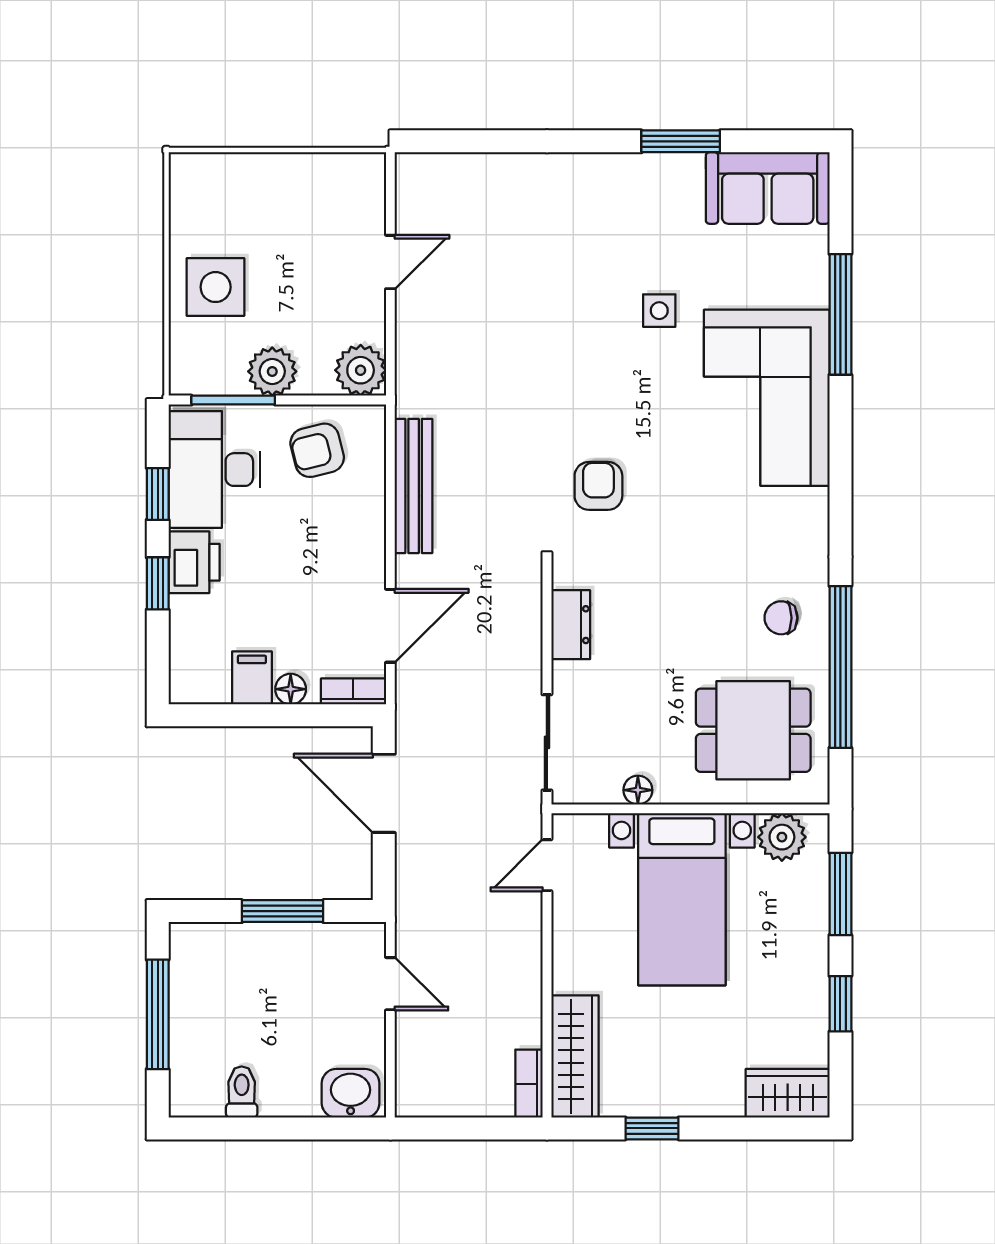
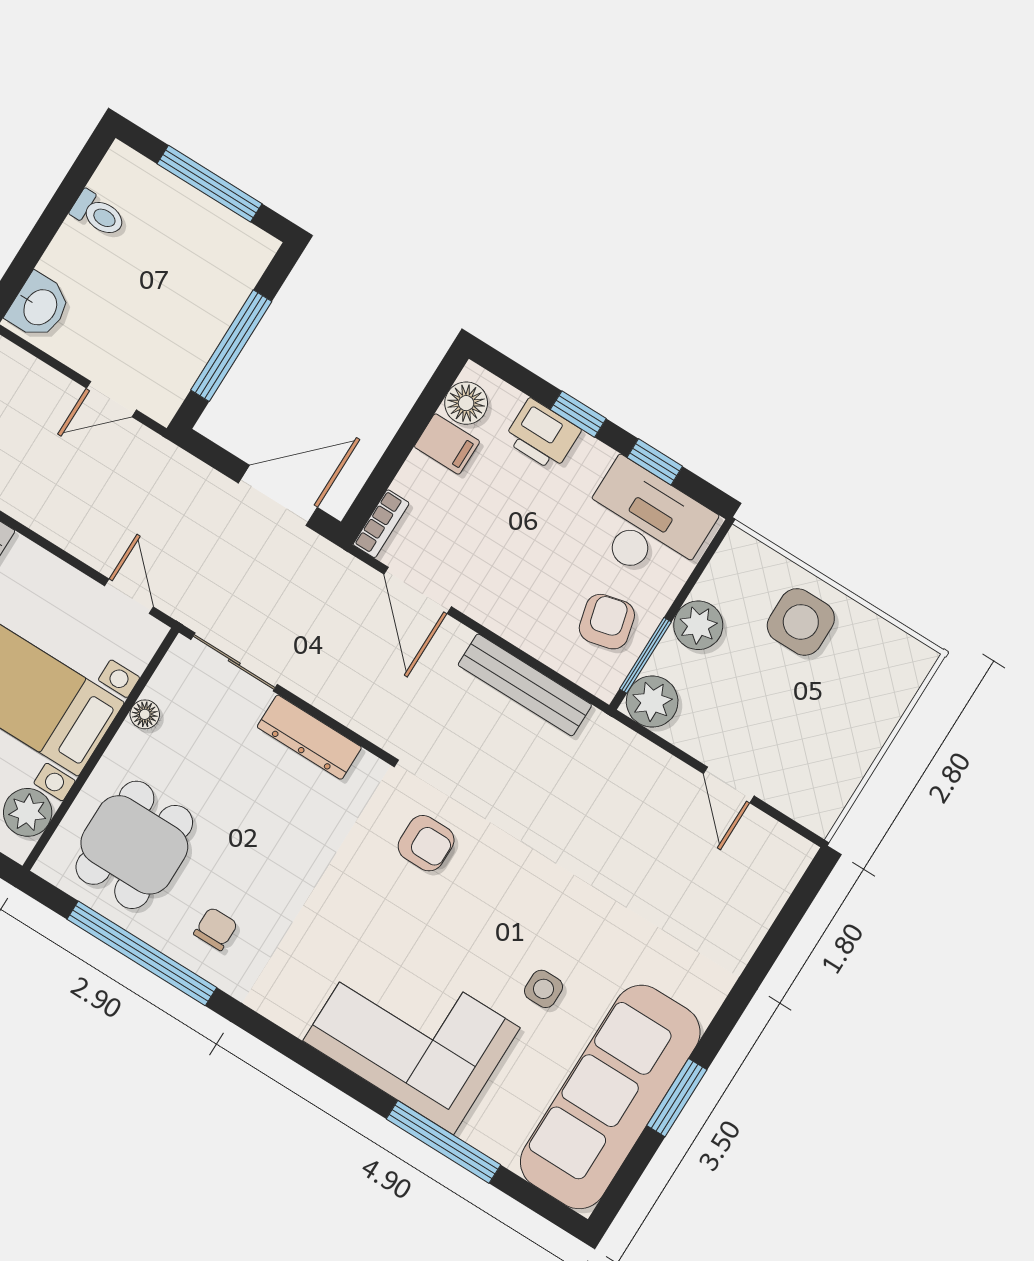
sofa: (768, 188) -> (610, 1097), width x1.85, depth x1.27
window: (233, 400) -> (645, 655), moved
printer: (194, 562) -> (542, 435), moved
dresser: (571, 625) -> (309, 737), width x1.44
floor lamp: (291, 689) -> (466, 403), moved, width x1.37, depth x1.37
window: (283, 911) -> (231, 346), width x1.44

